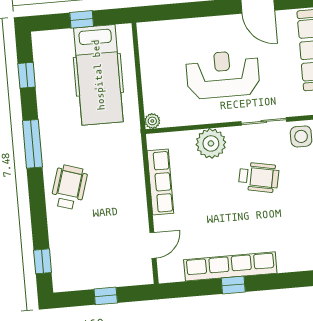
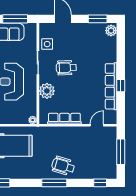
window: (32, 144) -> (54, 183), moved
wheelchair: (259, 177) -> (66, 68), turned -103
door: (153, 245) -> (97, 125), hinge flipped
window: (106, 296) -> (121, 152), width x2.17

